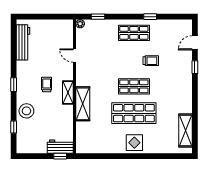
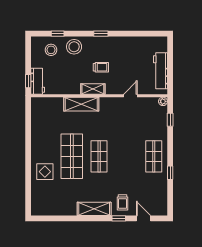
workbench: (23, 42) -> (161, 71), moved, turned 90
trolley: (151, 61) -> (123, 202), moved
shelving: (185, 130) -> (94, 209), moved
stool: (30, 134) -> (51, 50), added
display table: (134, 143) -> (45, 172), moved

